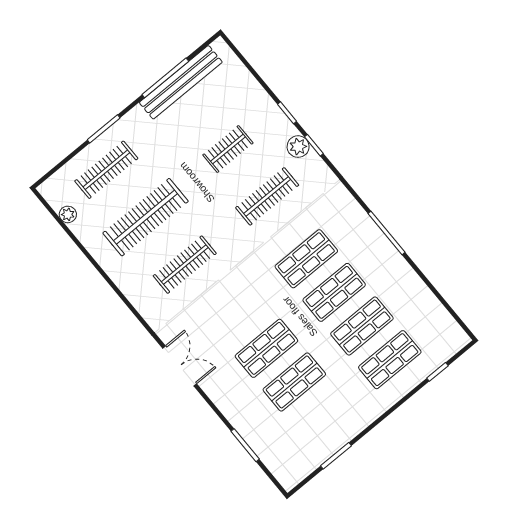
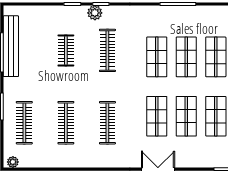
plant: (68, 214) -> (13, 162), moved
clothes rail: (146, 217) -> (66, 123), width x0.73, depth x0.76
shop shelf: (239, 315) -> (157, 116), added

